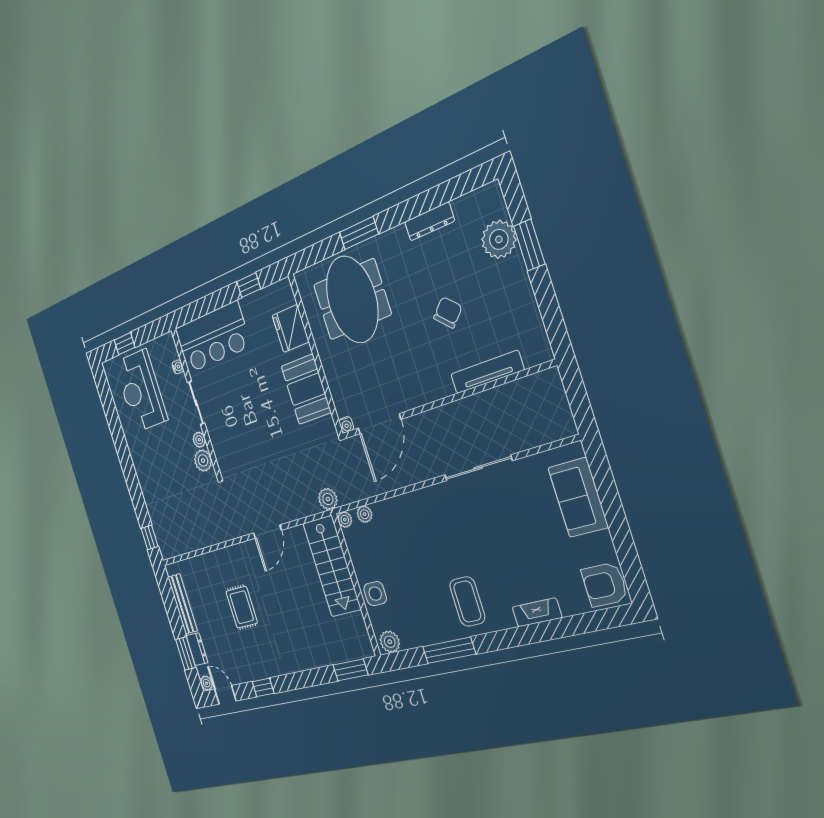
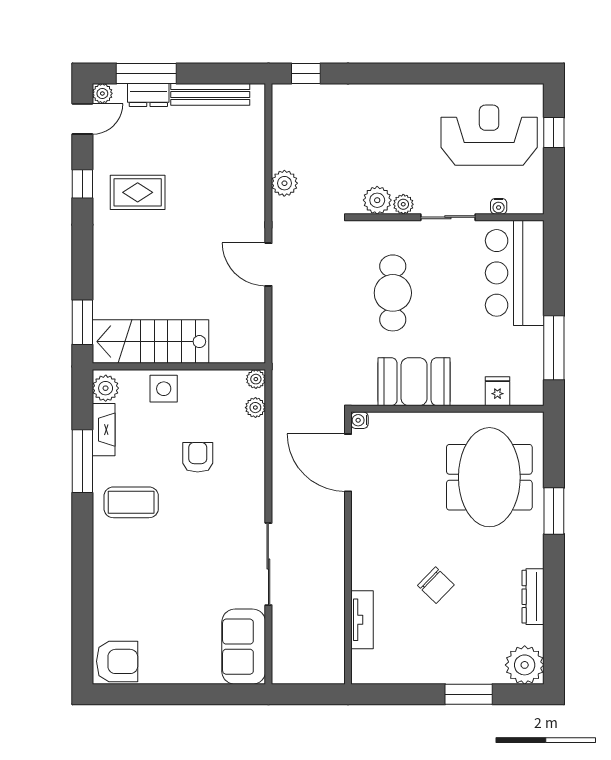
plant: (499, 239) -> (525, 665), moved
window: (249, 285) -> (554, 348), width x2.17
meeting table: (352, 300) -> (489, 477), turned 90
fridge: (291, 329) -> (497, 391), width x0.53, depth x0.75
tv unit: (487, 372) -> (362, 620), width x0.71
cafe table: (255, 428) -> (393, 293), added
sofa: (578, 497) -> (244, 647), moved, turned -90
plant: (328, 499) -> (284, 183), moved
armchair: (415, 553) -> (198, 457), added
stairs: (332, 566) -> (151, 342), moved
armchair: (605, 585) -> (117, 661), turned 90
rug: (242, 607) -> (138, 192), moved
fireplace: (537, 612) -> (104, 430), moved
window: (186, 653) -> (146, 73), width x1.44

